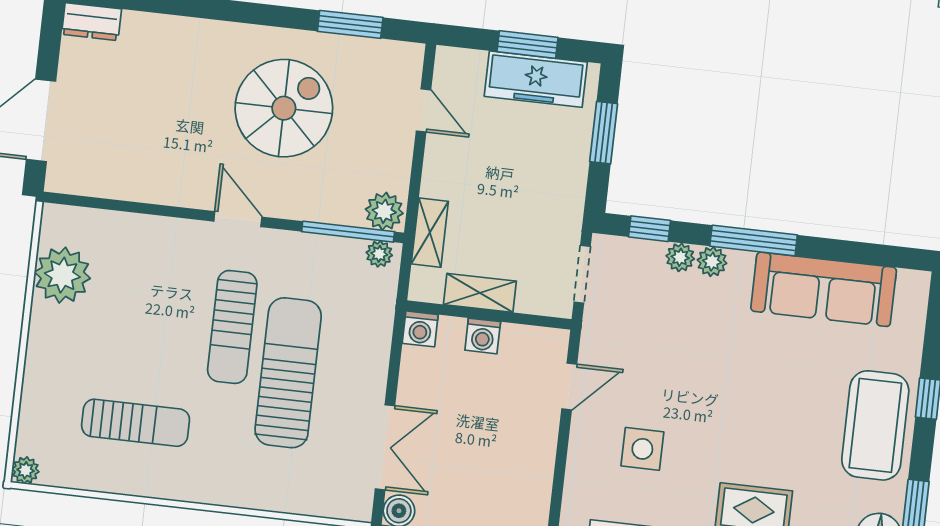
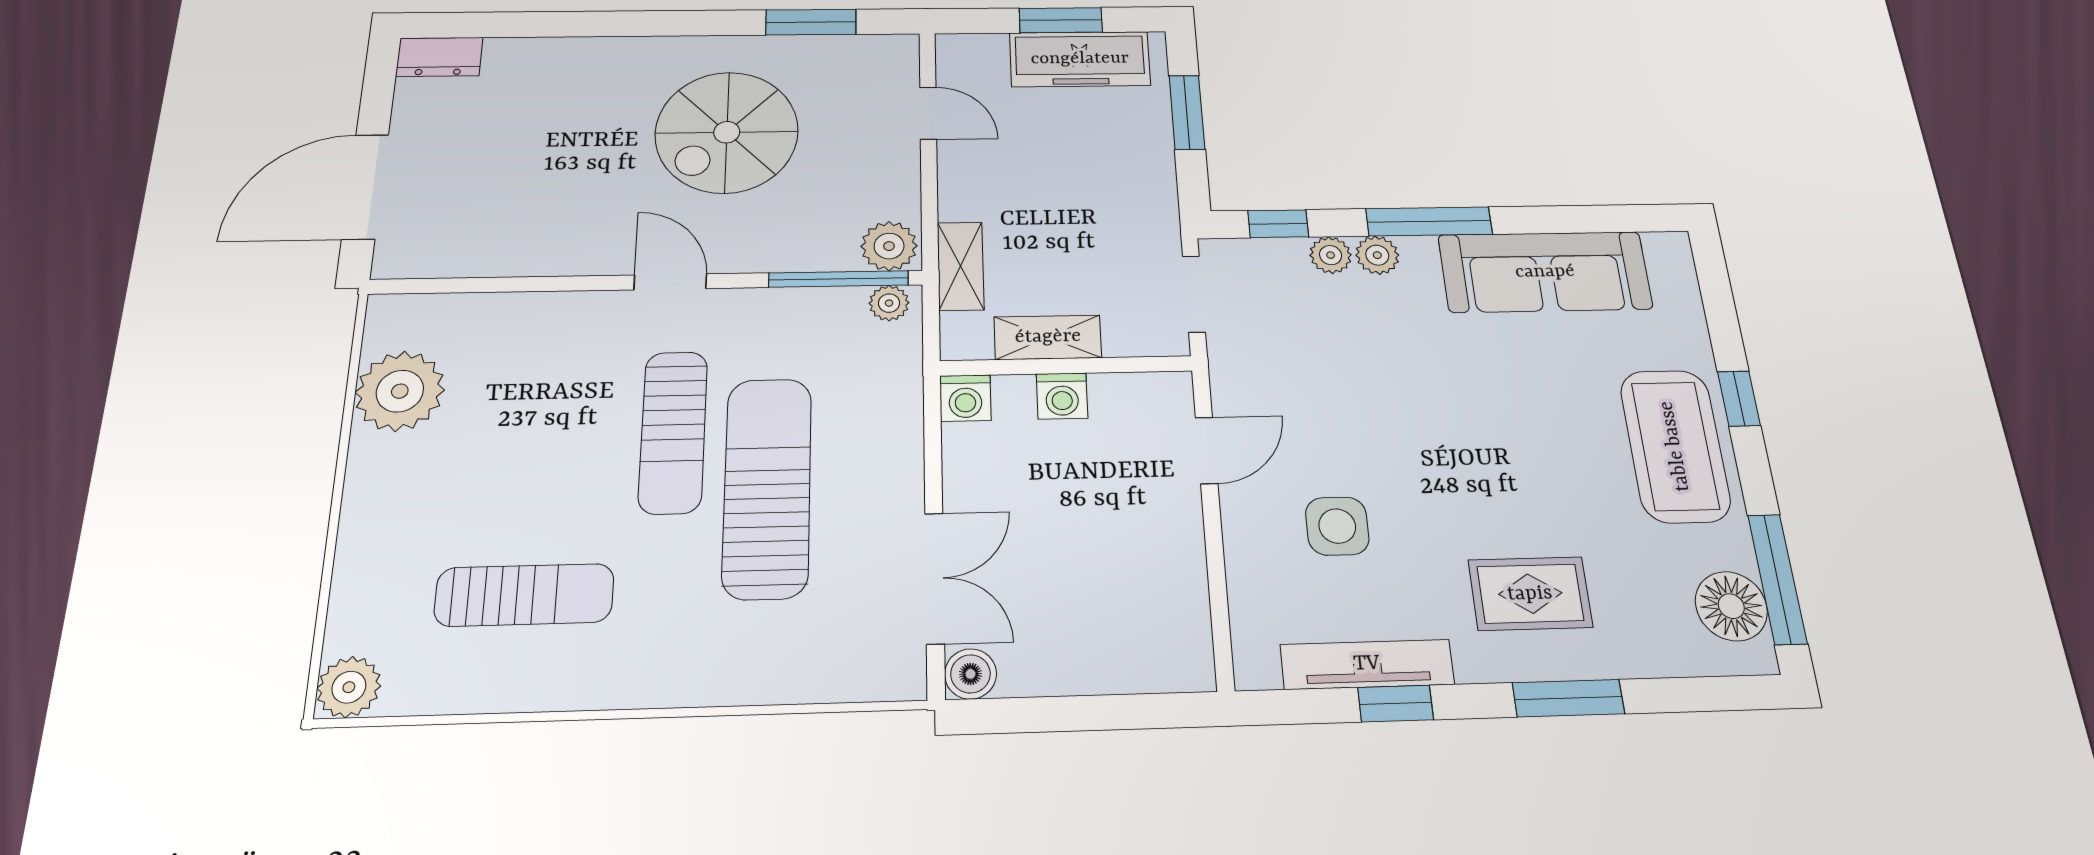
spiral stairs: (284, 108) -> (727, 132), turned 180
plant: (25, 470) -> (349, 687), width x1.38, depth x1.38

